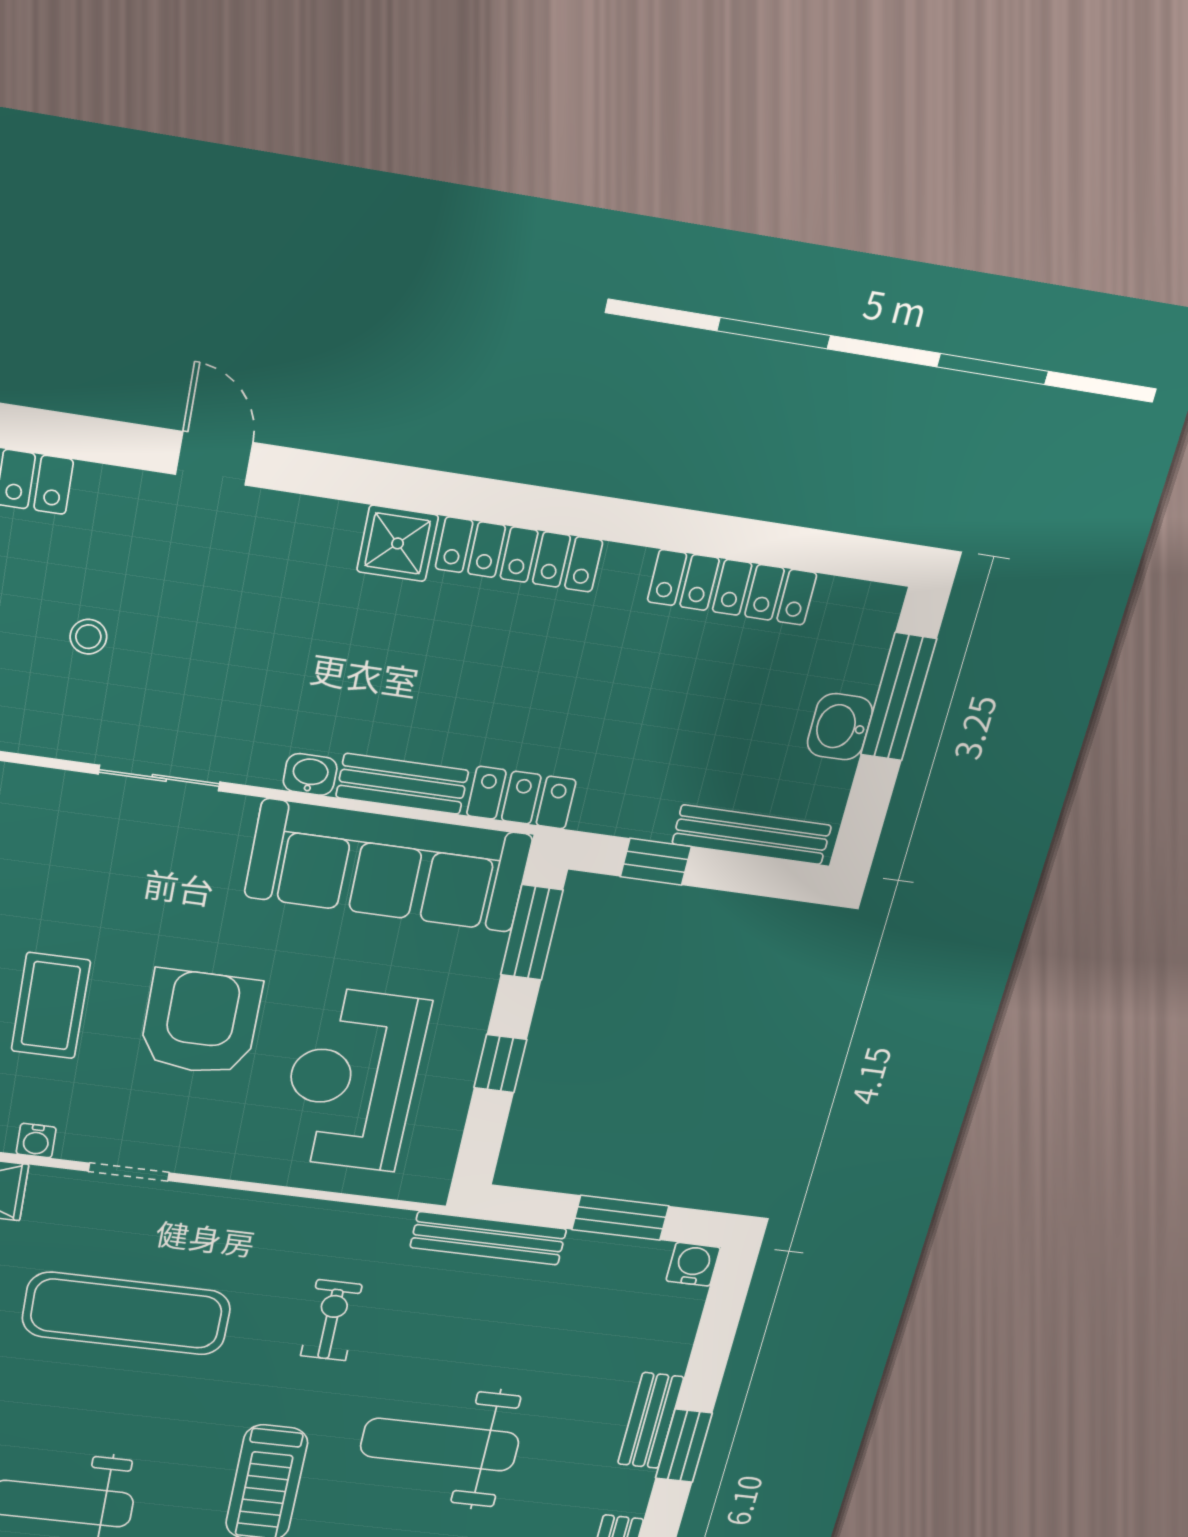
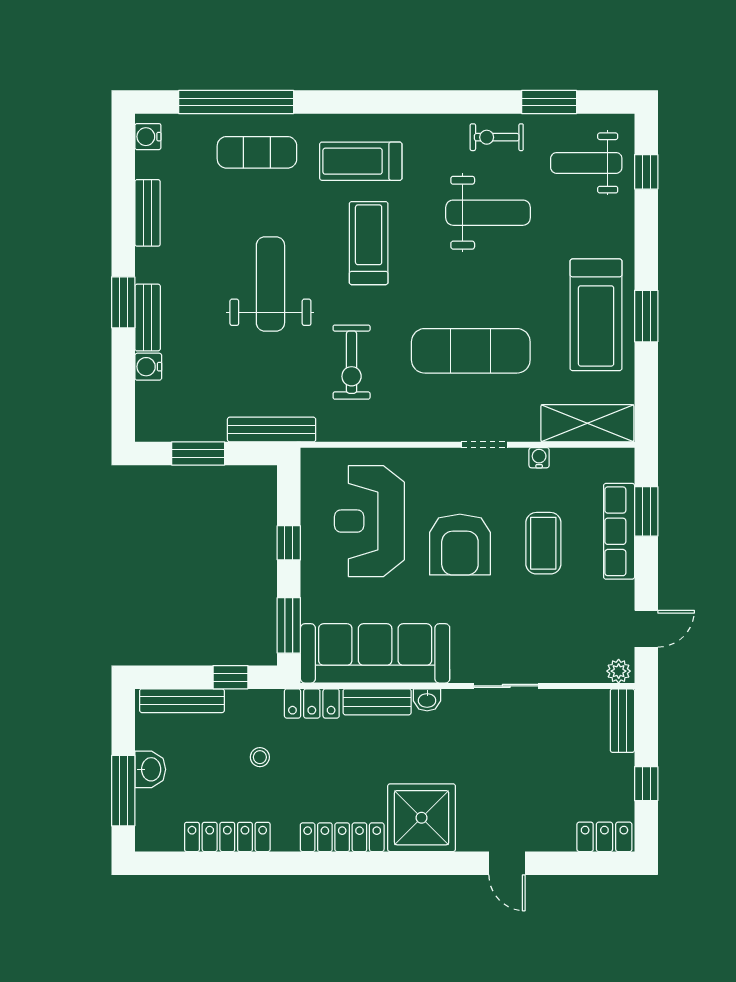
shower: (398, 543) -> (422, 818), width x1.86, depth x1.86
stool: (88, 637) -> (260, 757), moved
reception desk: (353, 1080) -> (369, 521), turned 180
water cooler: (693, 1264) -> (148, 367), moved, turned 90
exercise bike: (331, 1320) -> (352, 362), width x1.38, depth x1.39
weight bench: (440, 1445) -> (270, 284), turned -90

